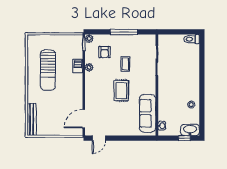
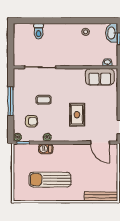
toilet: (192, 39) -> (39, 31), moved
sun lounger: (48, 70) -> (50, 180), turned 180
rug: (121, 91) -> (77, 115), moved, turned 90
sofa: (148, 113) -> (100, 77), width x0.73

